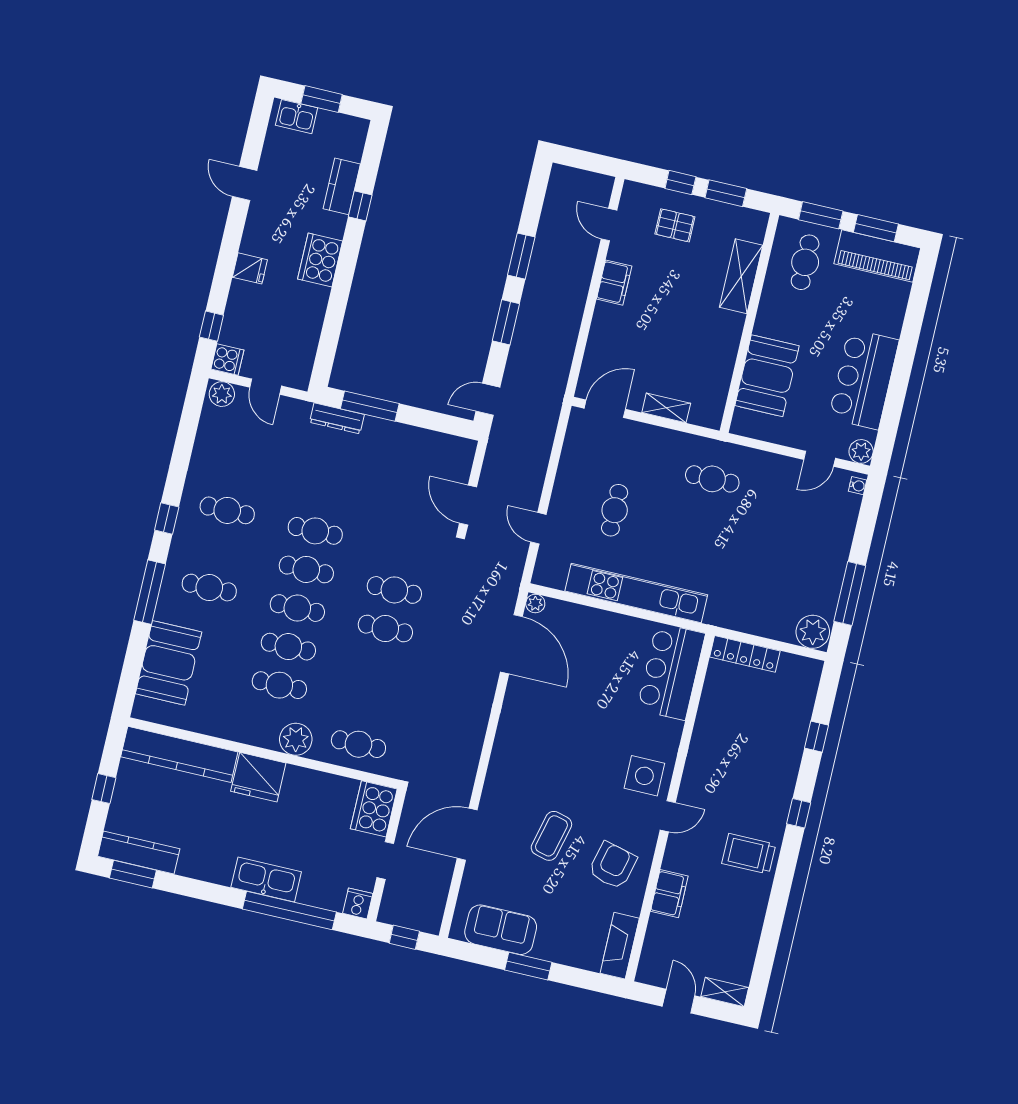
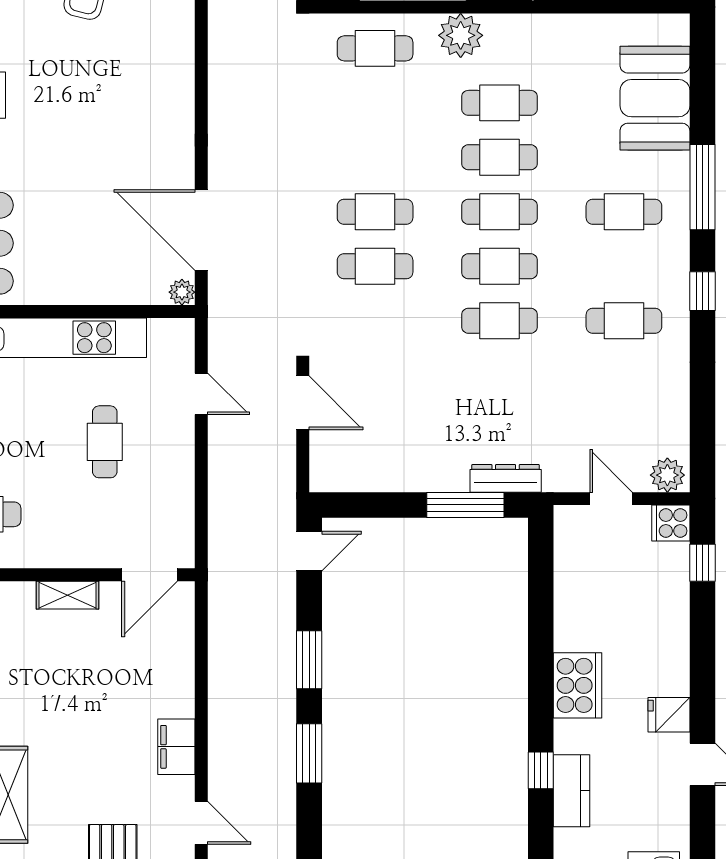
fridge: (250, 268) -> (669, 715), moved

